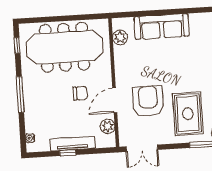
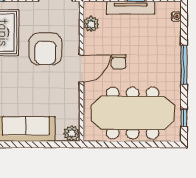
plant: (120, 37) -> (72, 133), moved
chair: (80, 93) -> (119, 62), turned -90
door: (115, 100) -> (82, 68), moved

